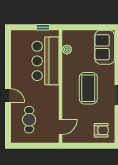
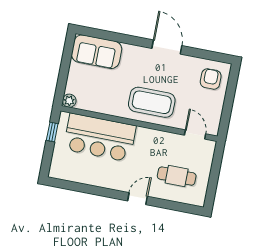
plant: (67, 50) -> (69, 101), moved
coffee table: (88, 88) -> (152, 102), moved

